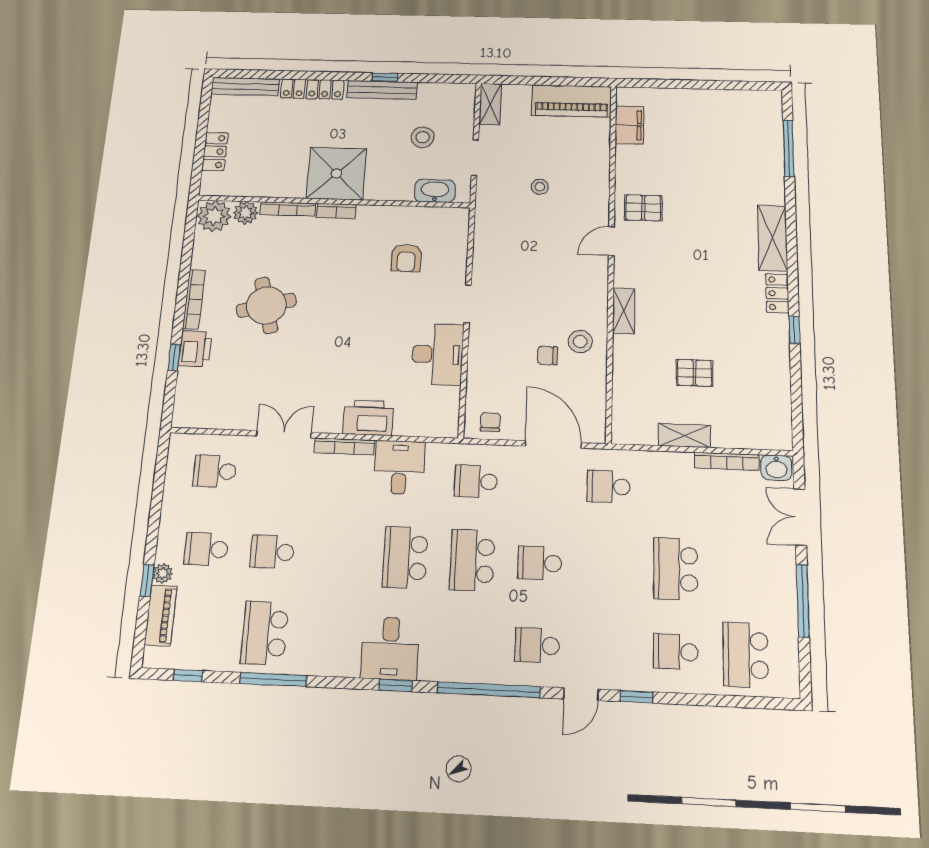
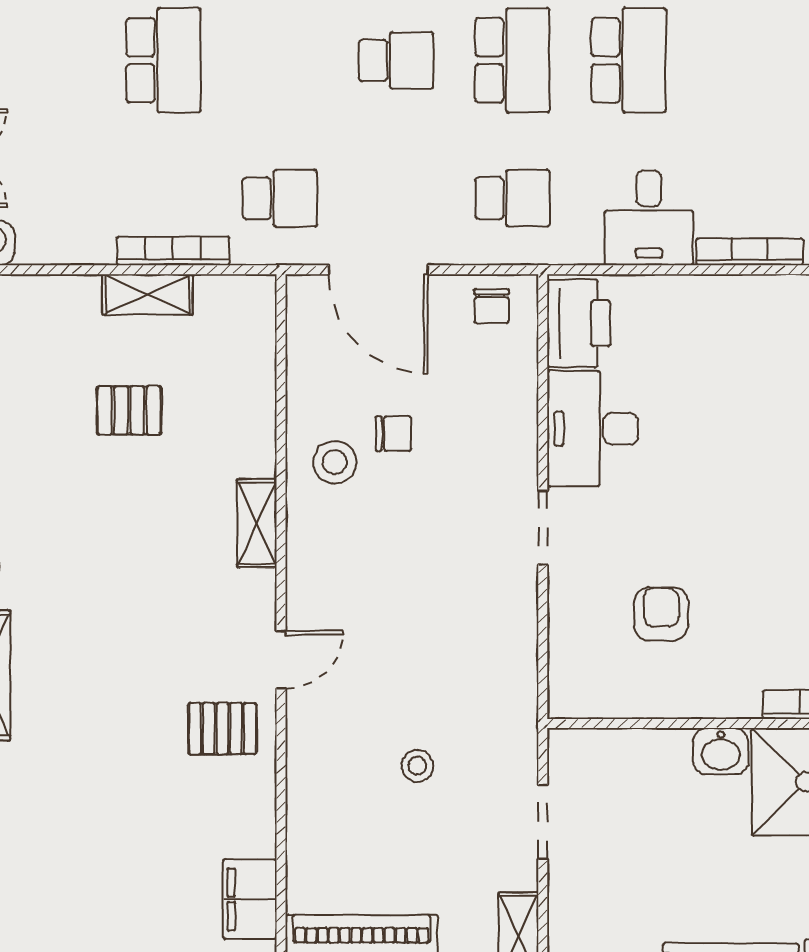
stool: (423, 137) -> (645, 863), removed
washbasin: (435, 191) -> (721, 751), moved, width x0.72
printer: (368, 418) -> (579, 323), moved, turned -90
bookcase: (727, 461) -> (173, 251), moved

